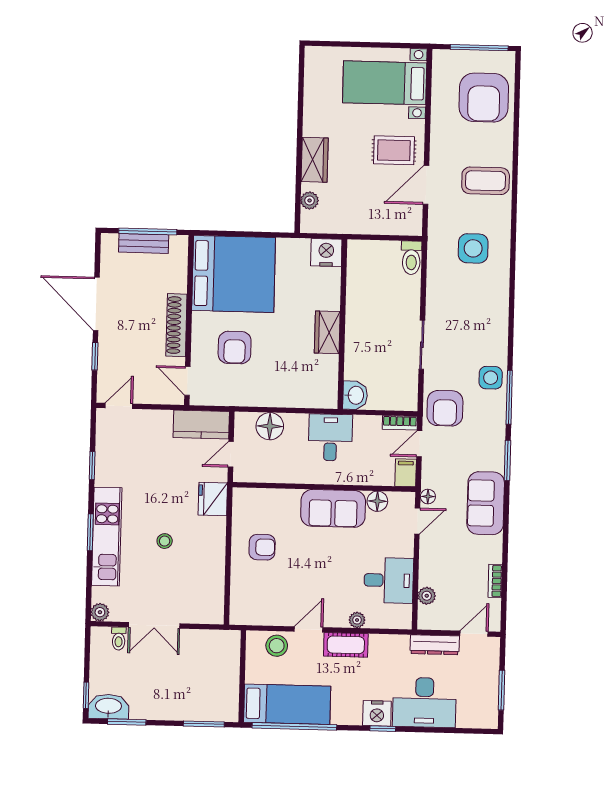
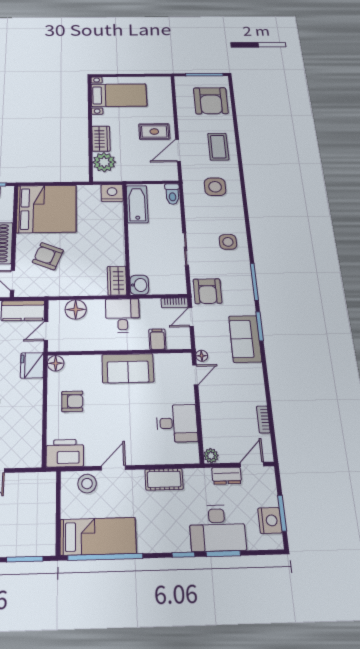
bed with nightstands: (385, 83) -> (119, 95), moved, turned 180
coffee table: (486, 181) -> (218, 147), turned 90
plant: (310, 200) -> (104, 162), width x1.88, depth x1.88
bathtub: (360, 272) -> (137, 204), added
wardrobe: (327, 332) -> (117, 281), moved
armchair: (235, 347) -> (48, 256), turned 112
side table: (491, 378) -> (228, 242), moved
filing cabinet: (406, 473) -> (157, 339), moved
floor lamp: (377, 501) -> (56, 363), moved
sofa: (486, 503) -> (245, 339), moved
plant: (427, 596) -> (211, 456), moved
printer: (251, 609) -> (65, 453), added
plant: (357, 620) -> (153, 458), removed
cot: (346, 645) -> (164, 479), moved
dresser: (435, 645) -> (227, 476), width x0.70
nightstand: (377, 713) -> (270, 520), moved, turned -90
window: (428, 730) -> (223, 554), added

